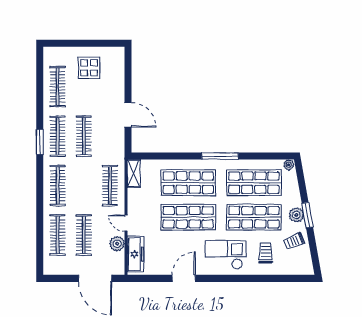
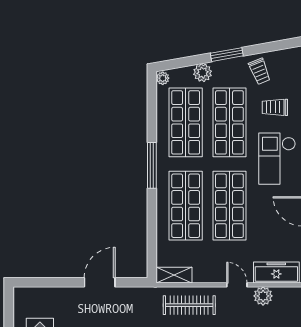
plant: (296, 215) -> (203, 73), moved
door: (126, 223) -> (237, 285), swing flipped

